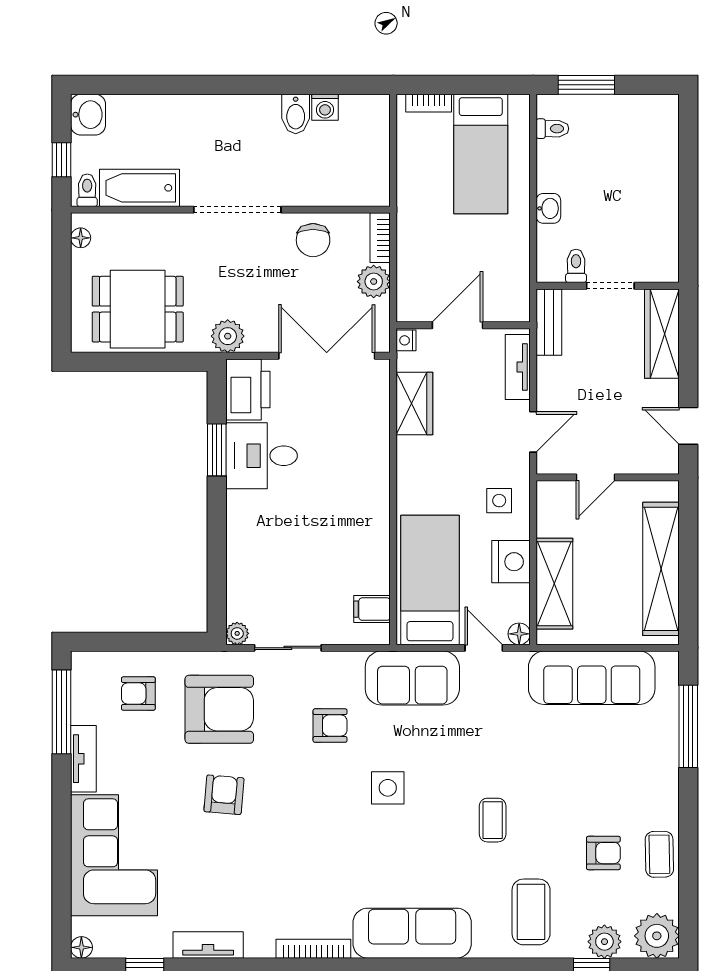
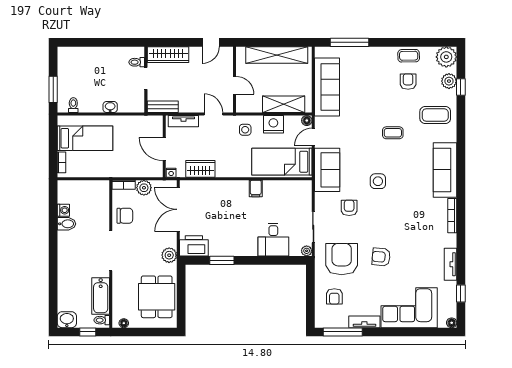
toilet: (576, 266) -> (137, 62), moved
desk: (261, 456) -> (273, 240), moved
filing cabinet: (372, 609) -> (256, 189), moved

